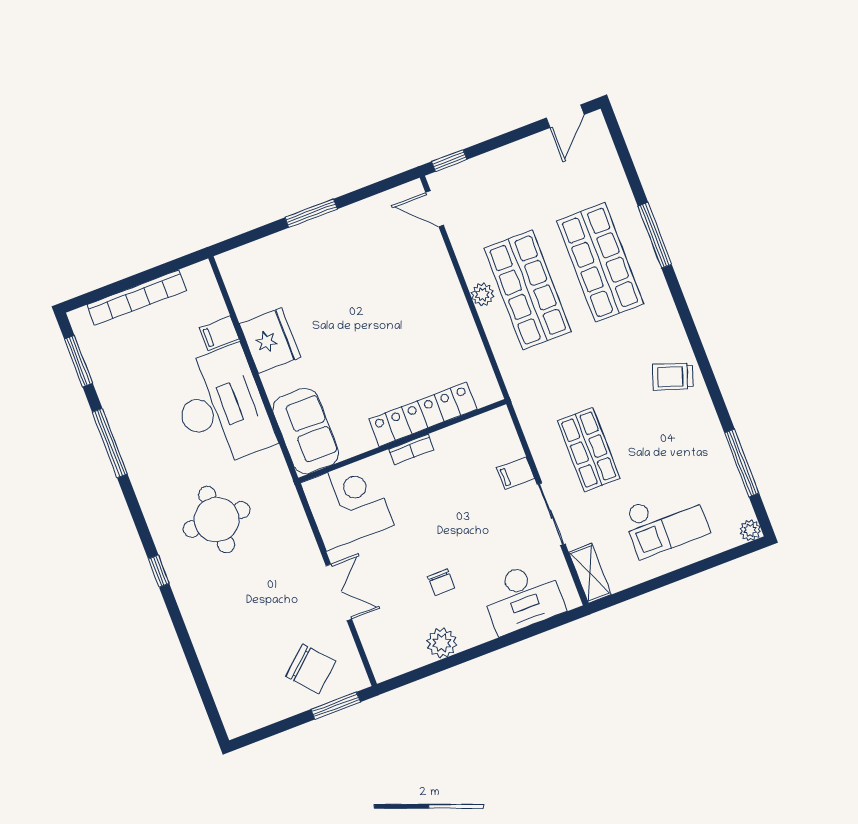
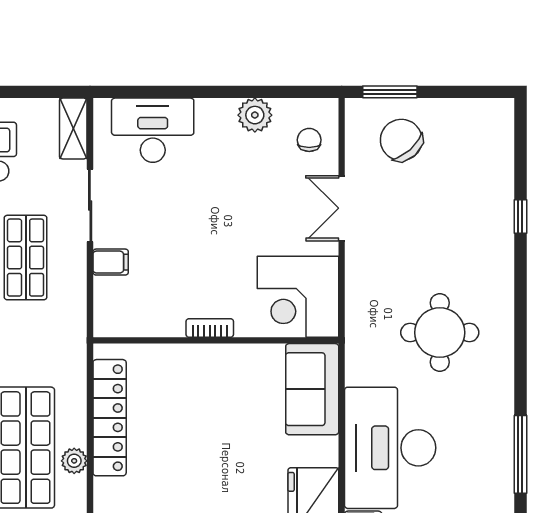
locker: (423, 414) -> (110, 418), moved, turned -90
window: (159, 571) -> (520, 216), moved
chair: (441, 582) -> (309, 140), moved

